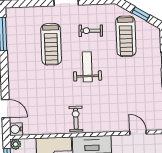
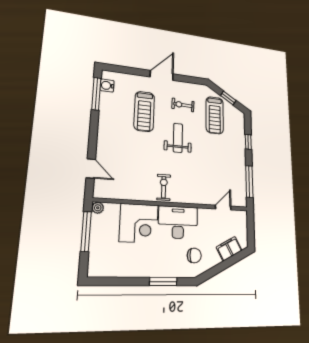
water cooler: (16, 129) -> (107, 86), moved
door: (138, 133) -> (223, 208), hinge flipped

